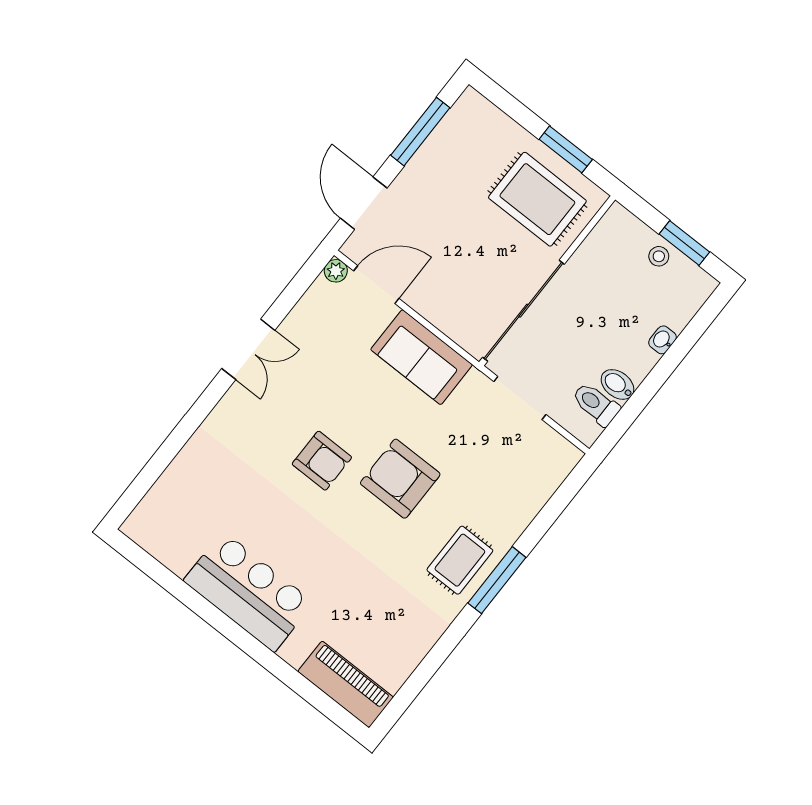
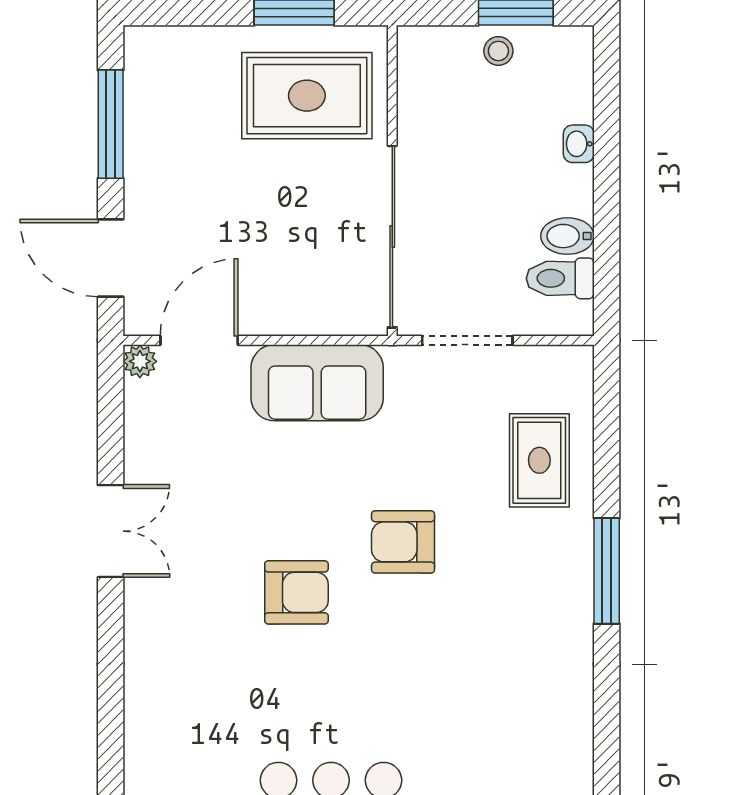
armchair: (400, 479) -> (403, 542), width x0.73, depth x0.73
rug: (460, 560) -> (539, 460), moved

